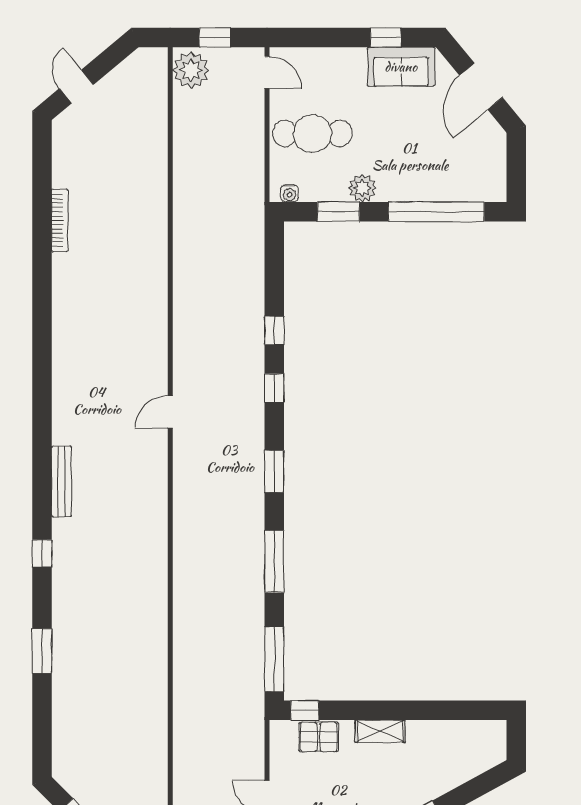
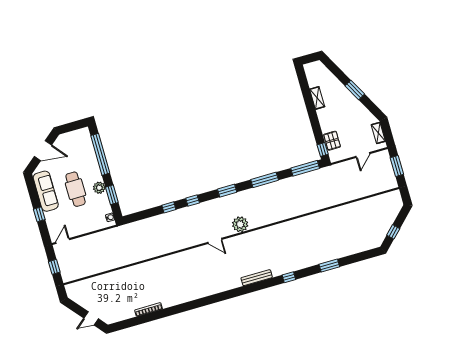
window: (386, 38) -> (39, 214), moved
sofa: (401, 67) -> (46, 191), width x1.36
plant: (191, 70) -> (240, 224), moved
cafe table: (312, 133) -> (76, 189), moved
shelving: (380, 731) -> (317, 98), moved

